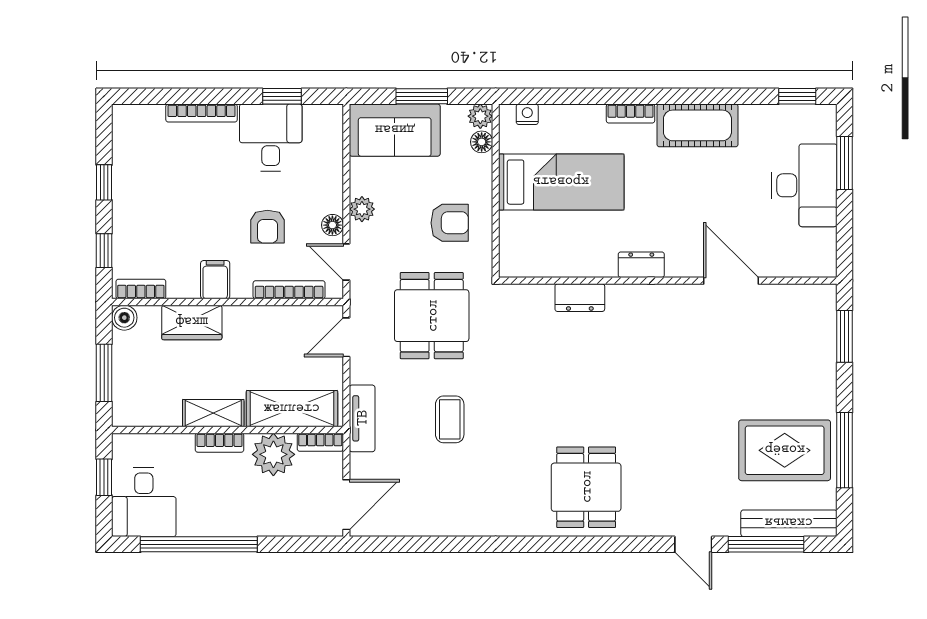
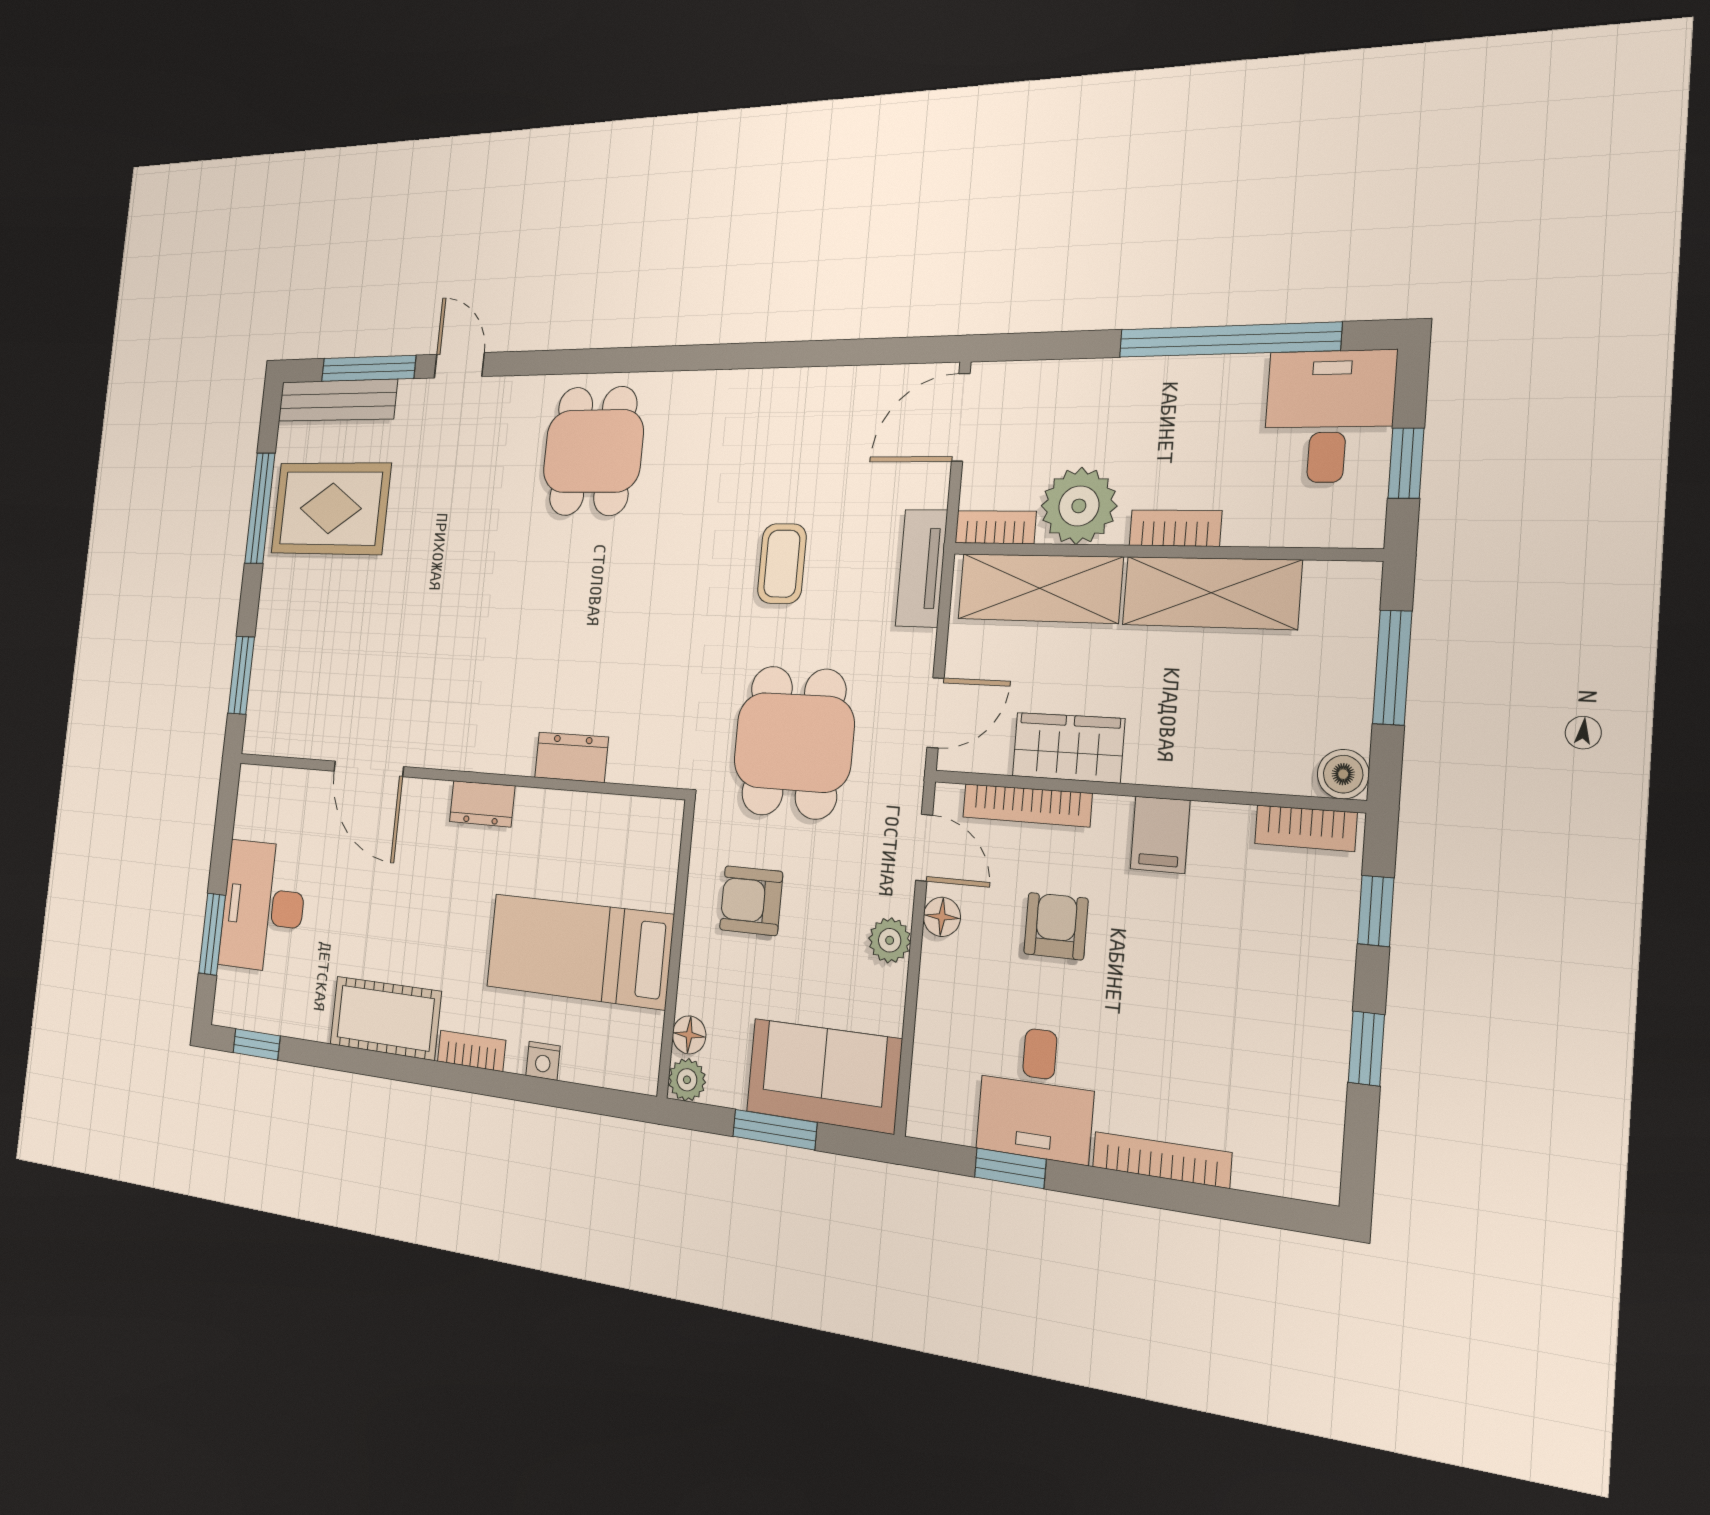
nightstand: (527, 114) -> (543, 1061), moved
wardrobe: (192, 322) -> (1068, 748), moved
shelving: (213, 413) -> (1211, 593), width x1.50, depth x1.33

